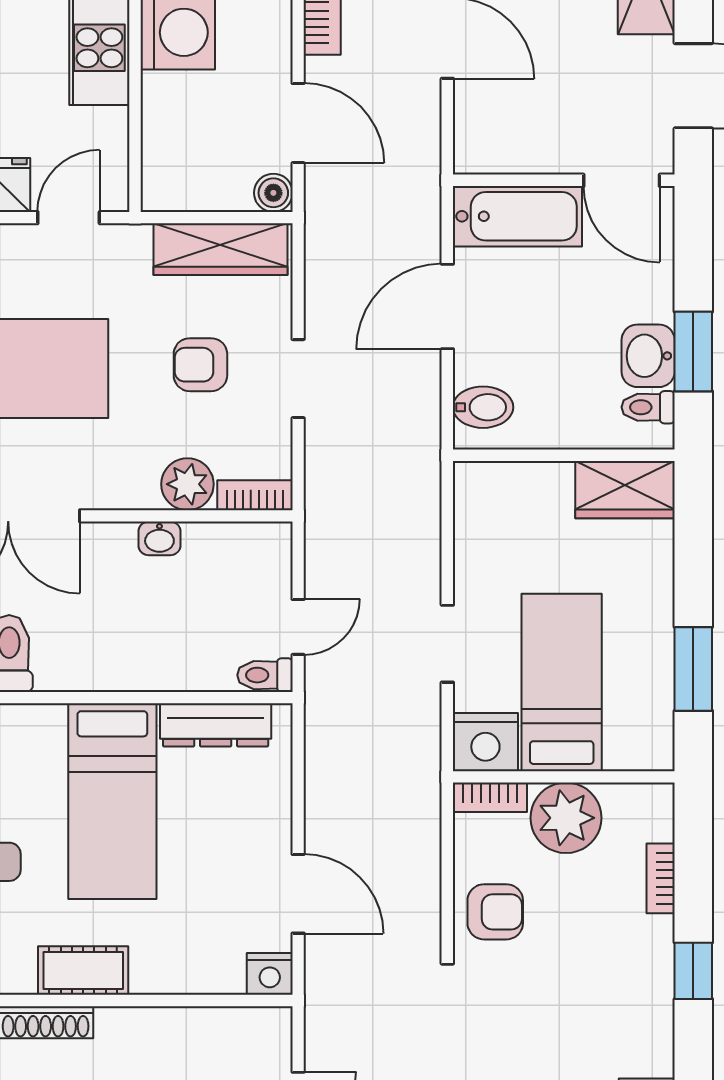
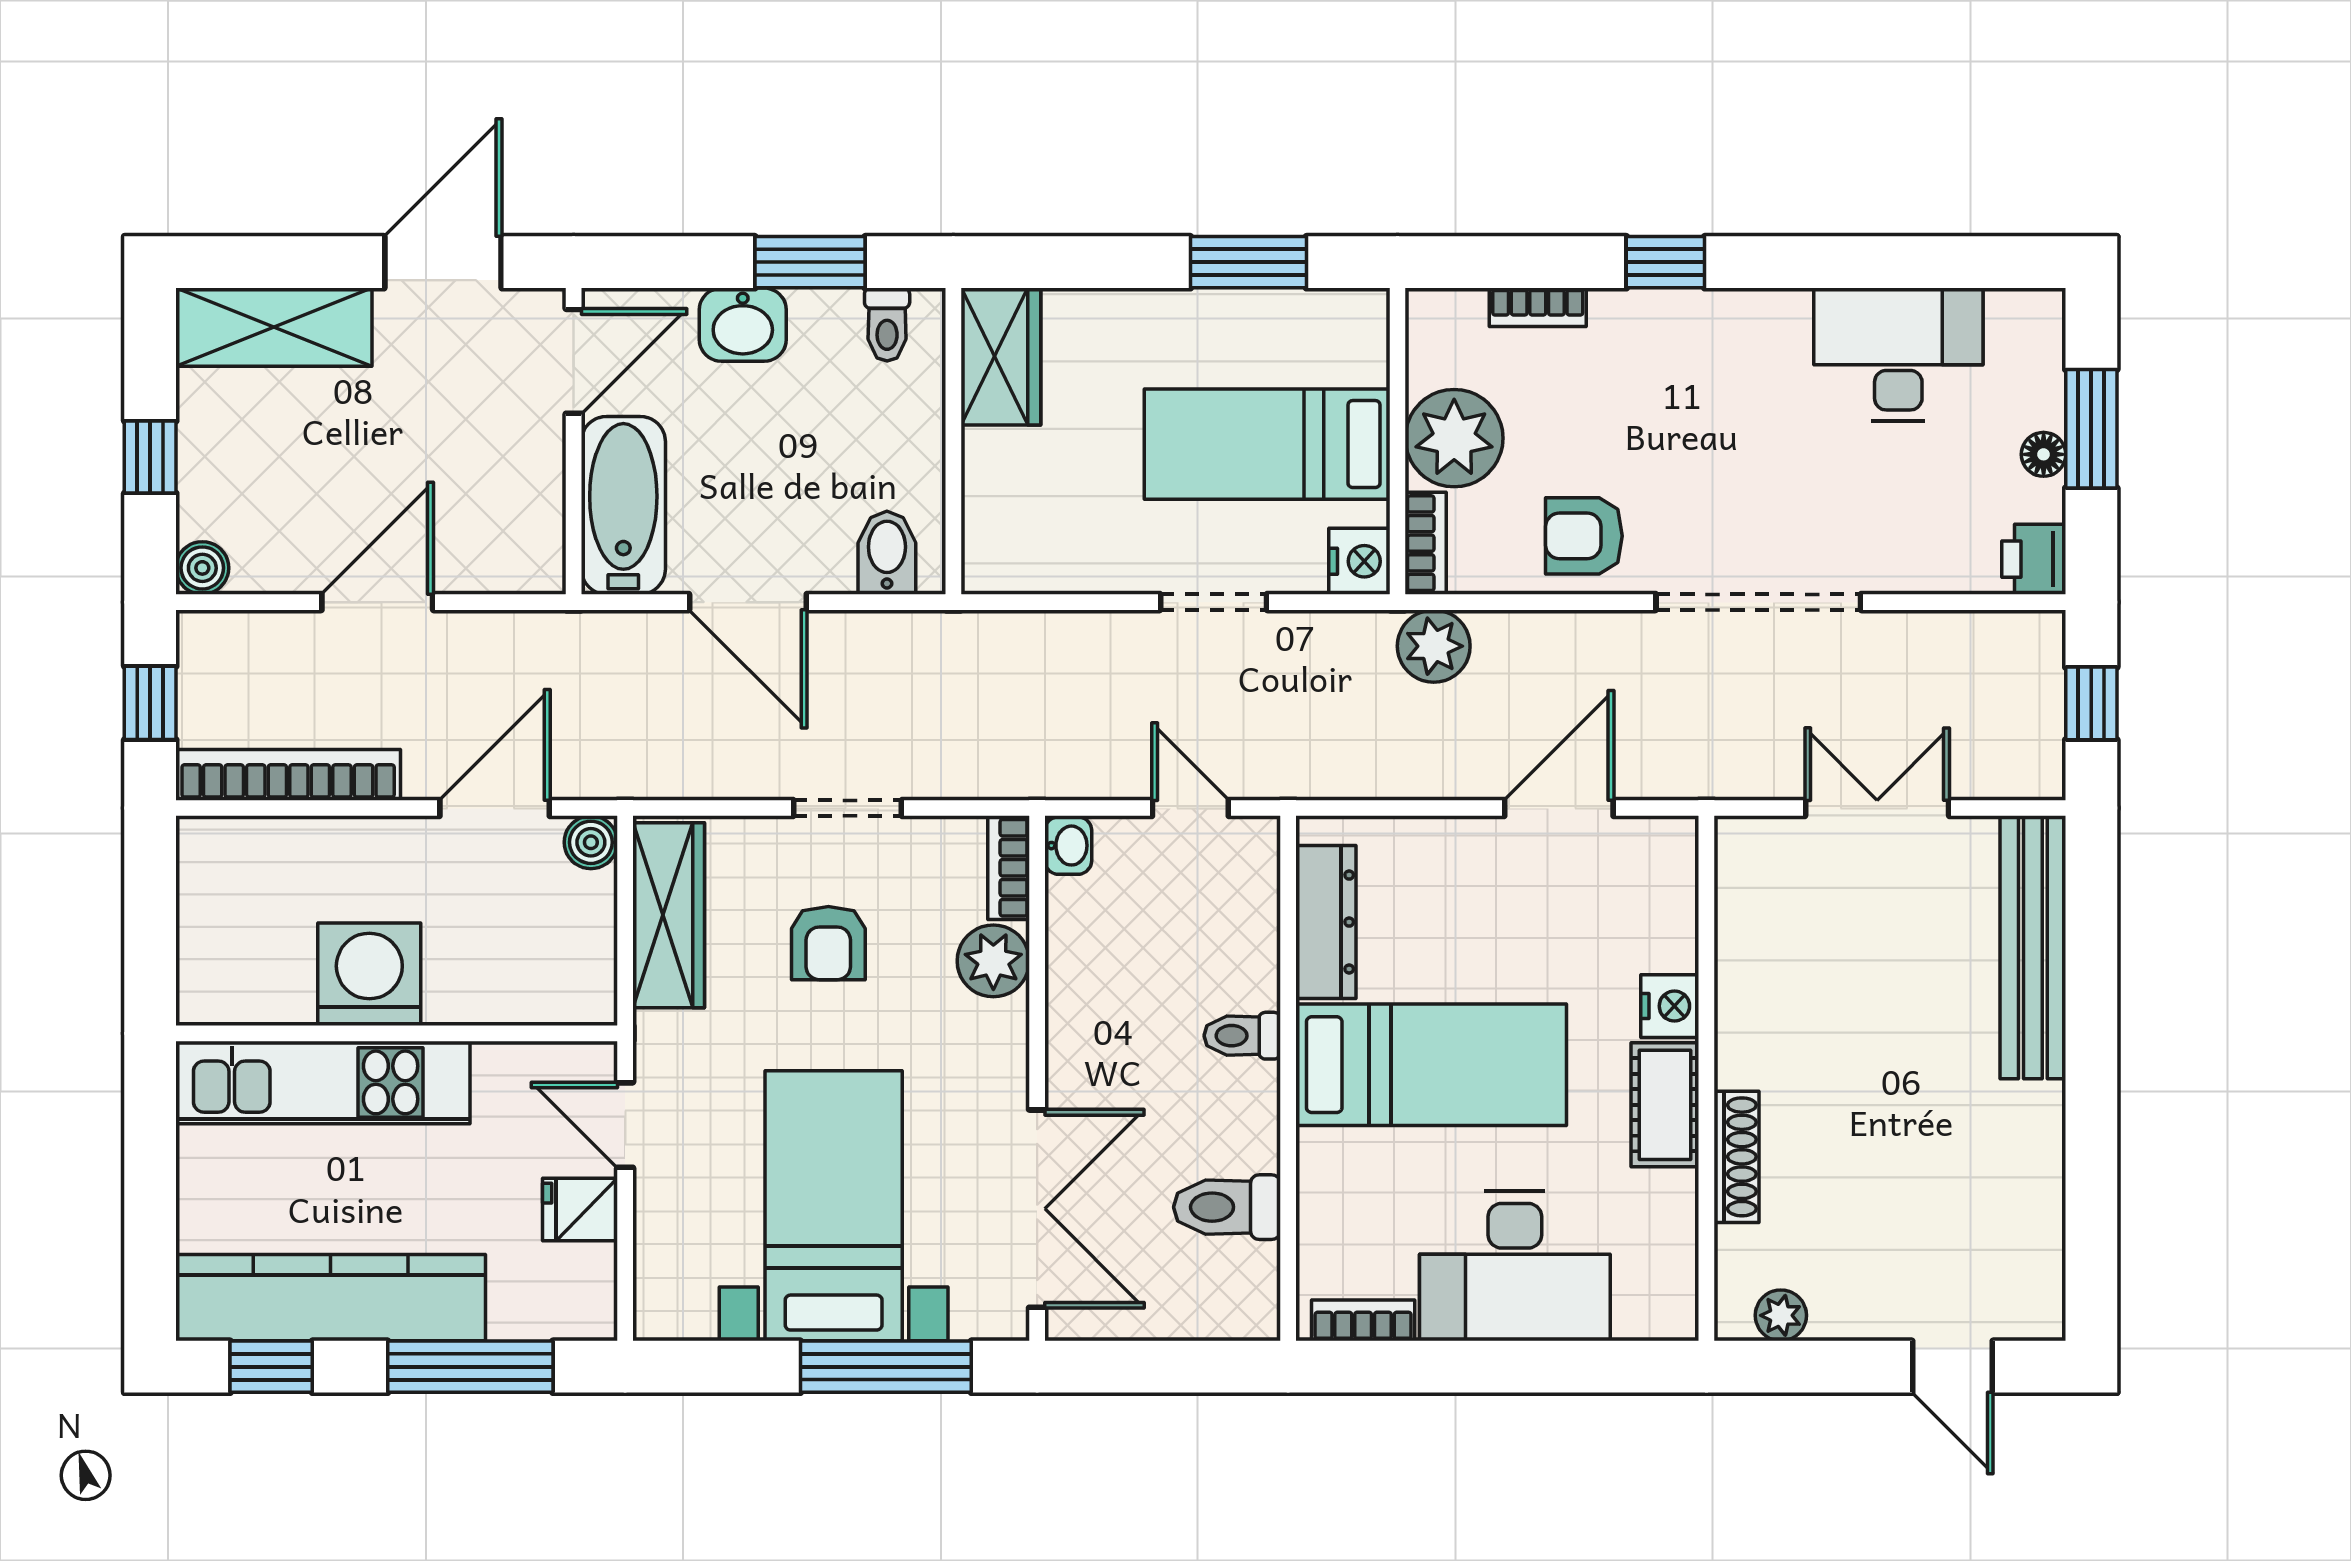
washbasin: (648, 356) -> (743, 325), moved
washbasin: (159, 538) -> (1068, 846), moved
toilet: (265, 675) -> (1242, 1036), moved, turned 90
nightstand: (485, 742) -> (1359, 561), width x0.74, depth x0.75
plant: (415, 803) -> (1434, 646), added
armchair: (495, 912) -> (1584, 536), turned -90
nightstand: (270, 974) -> (1670, 1006), moved

